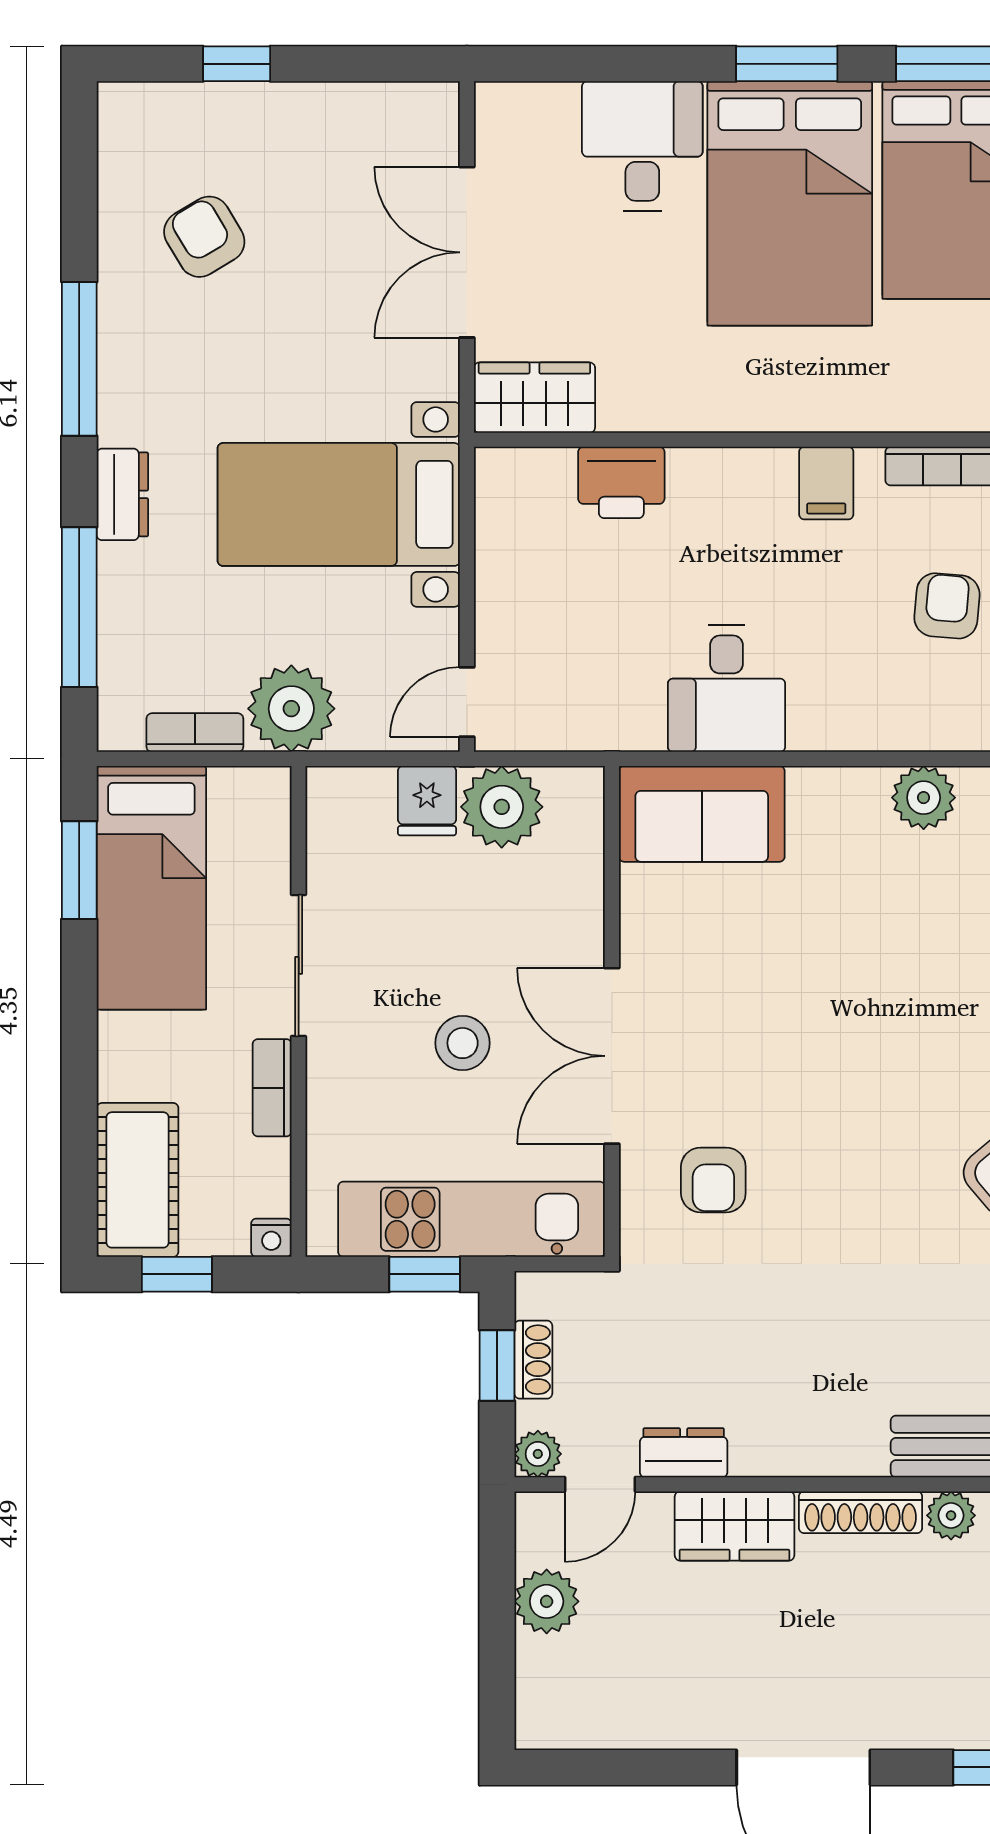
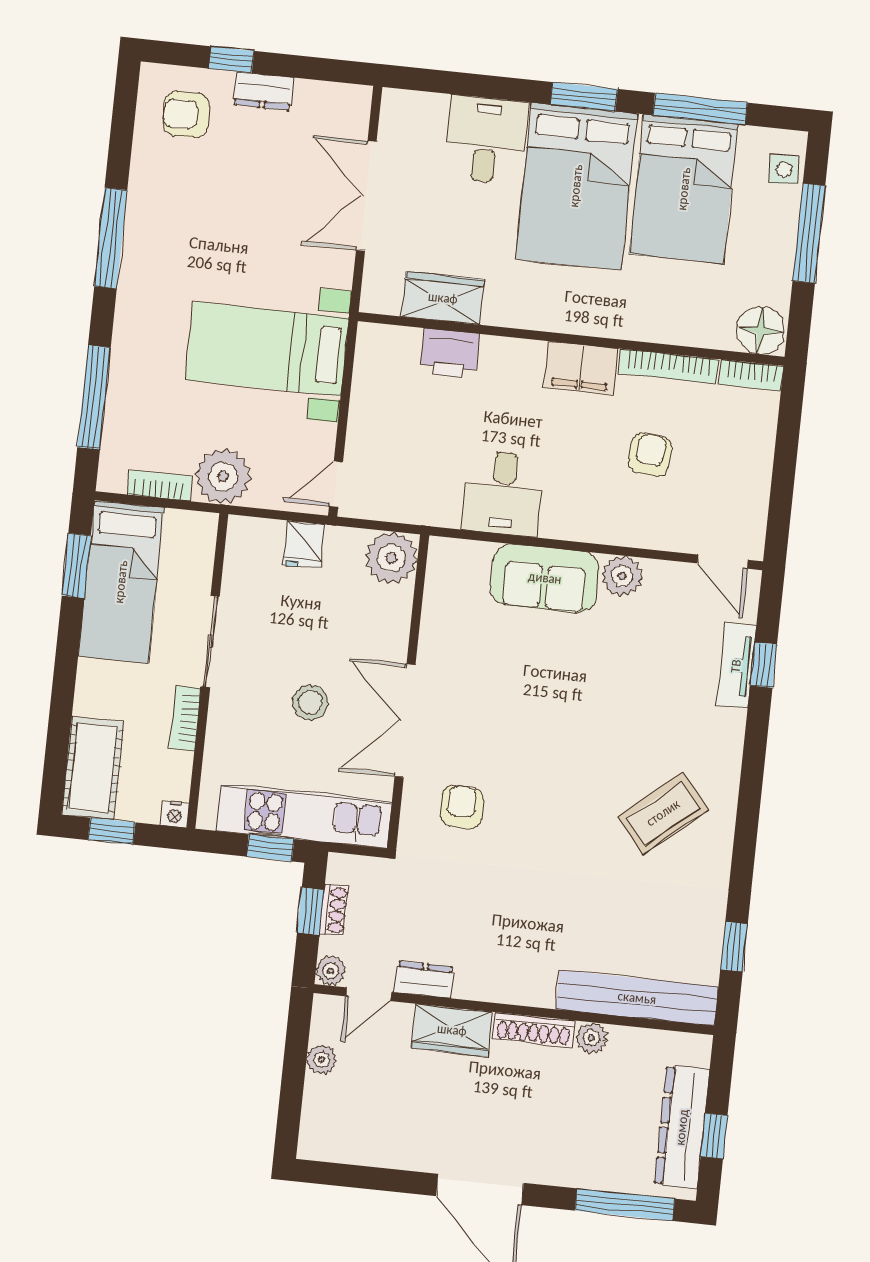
armchair: (204, 237) -> (186, 115), moved, turned -59
wardrobe: (534, 398) -> (443, 298), moved
filing cabinet: (826, 483) -> (581, 368), width x2.00
dresser: (122, 494) -> (263, 91), moved, turned 90
plant: (502, 807) -> (391, 558), moved
sofa: (702, 814) -> (545, 578), moved
armchair: (713, 1180) -> (462, 807), turned 180
plant: (547, 1601) -> (321, 1060), width x0.73, depth x0.73

